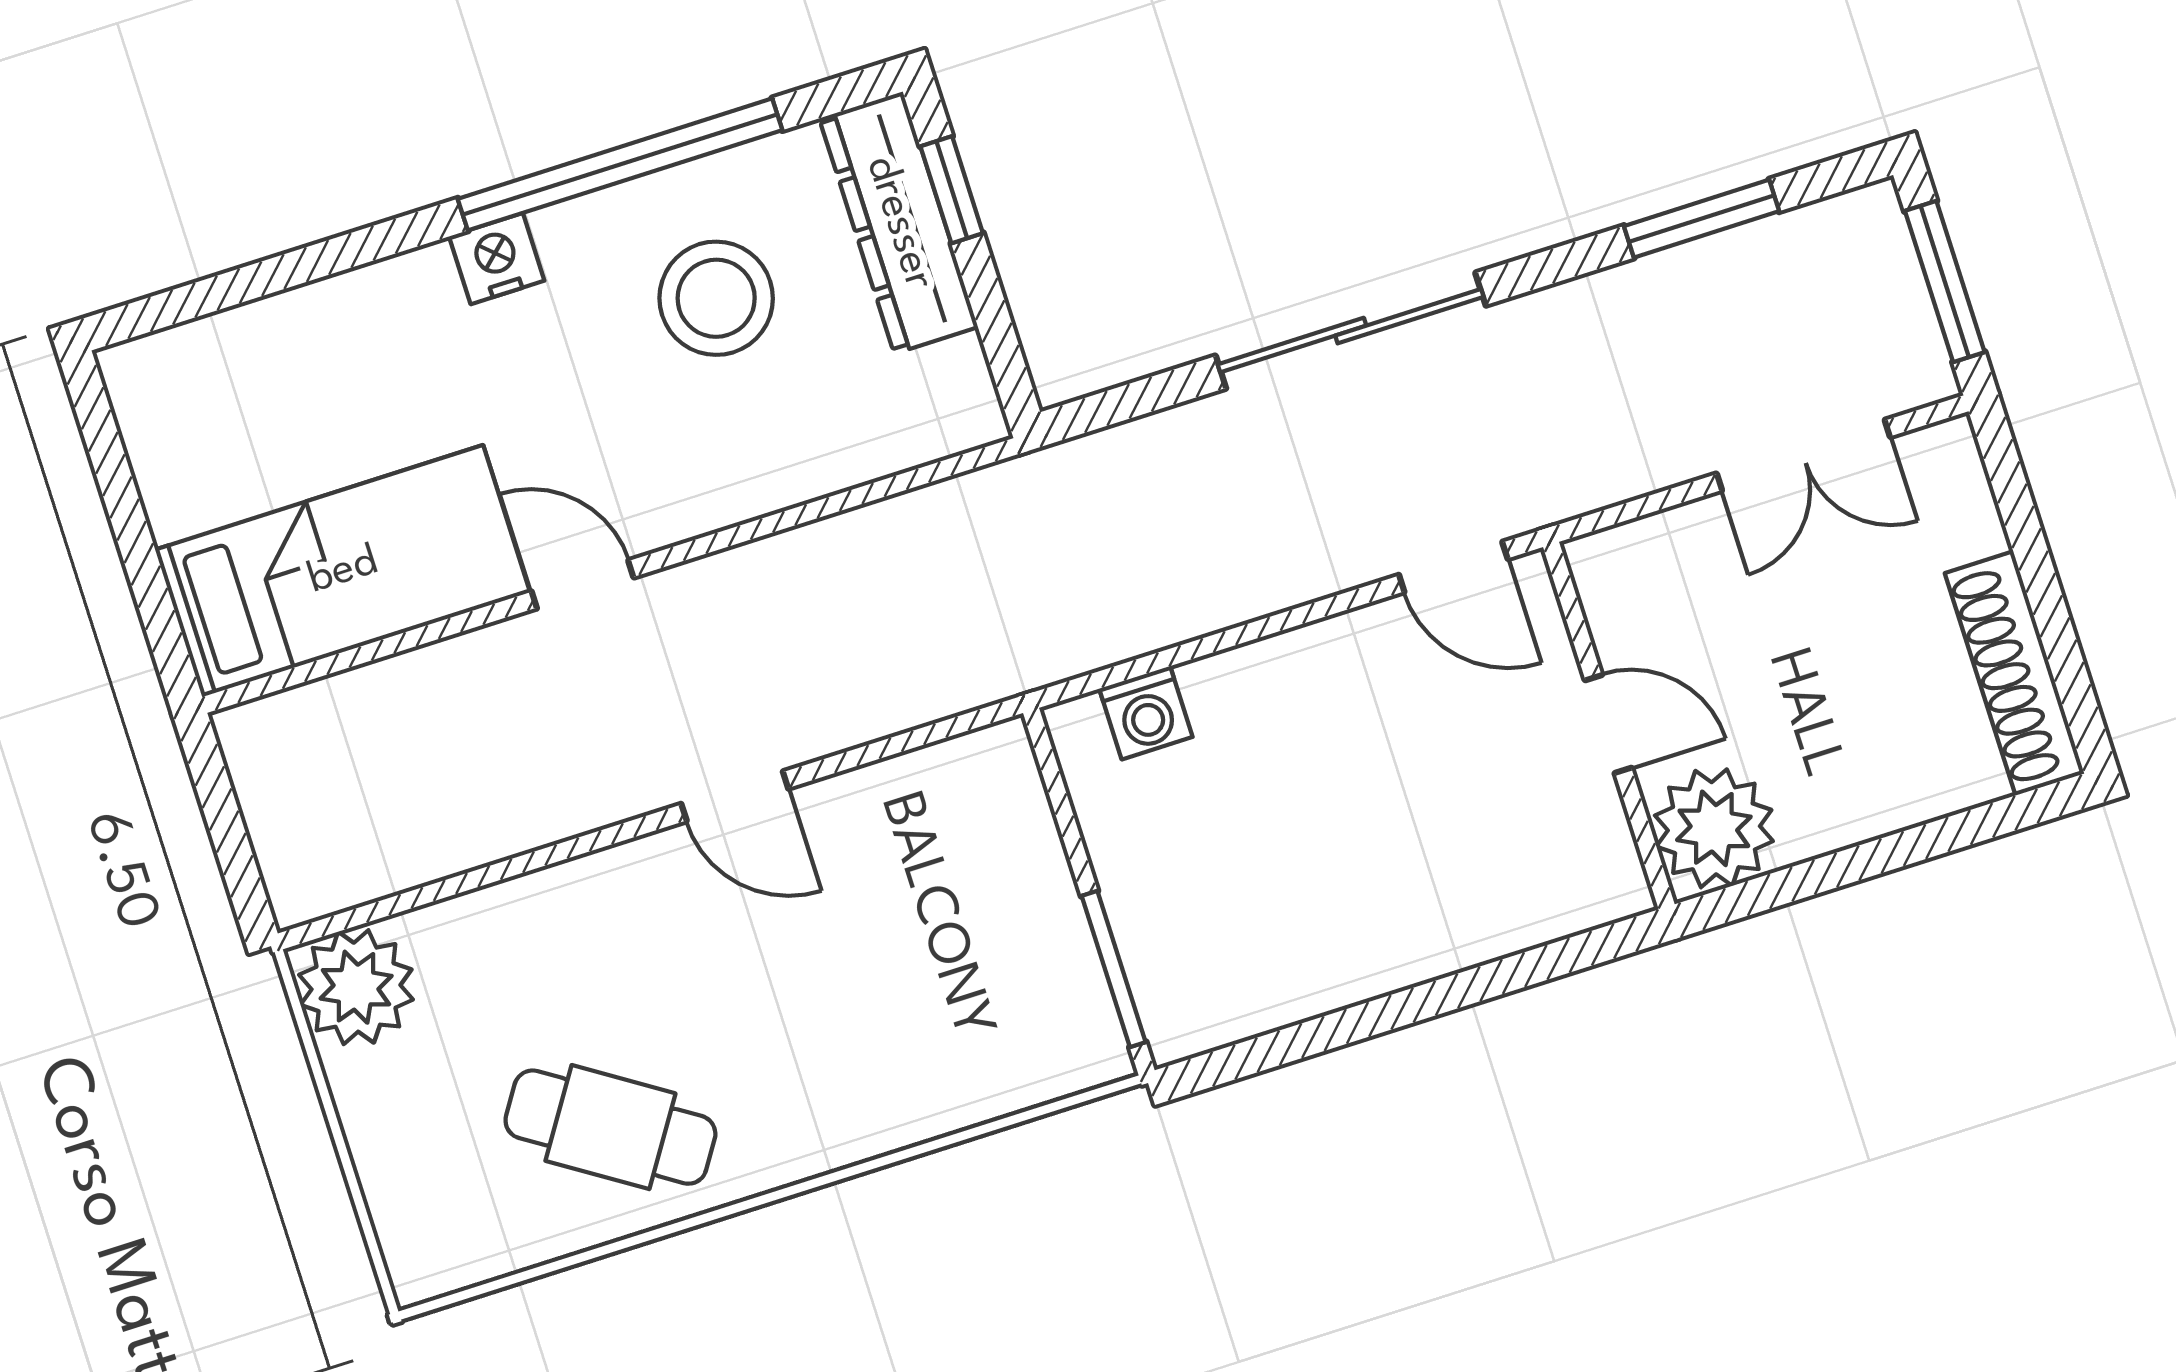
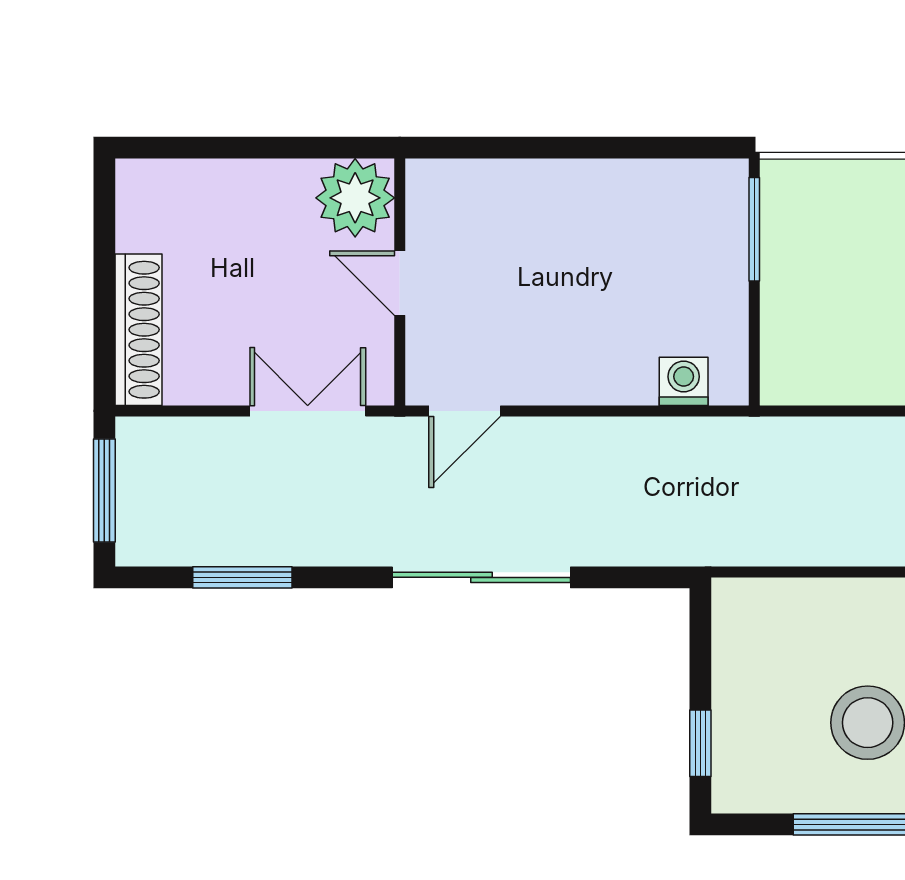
dresser: (899, 223) -> (740, 733), removed
double door: (1803, 455) -> (308, 411), moved
door: (1453, 567) -> (465, 411), swing flipped
shoe rack: (2014, 673) -> (138, 330), moved

